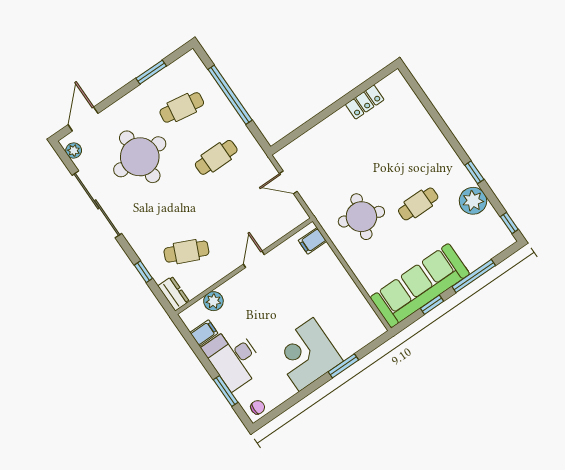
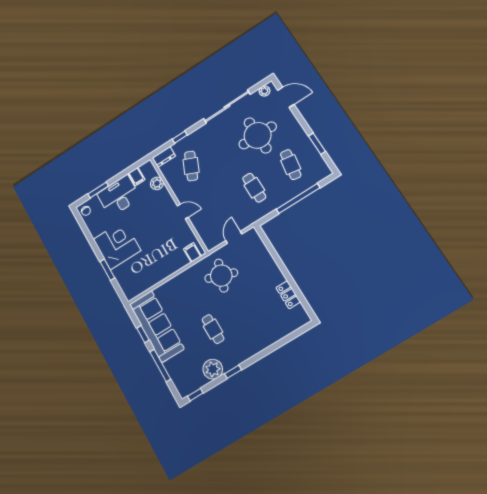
round table: (361, 217) -> (221, 276), moved

